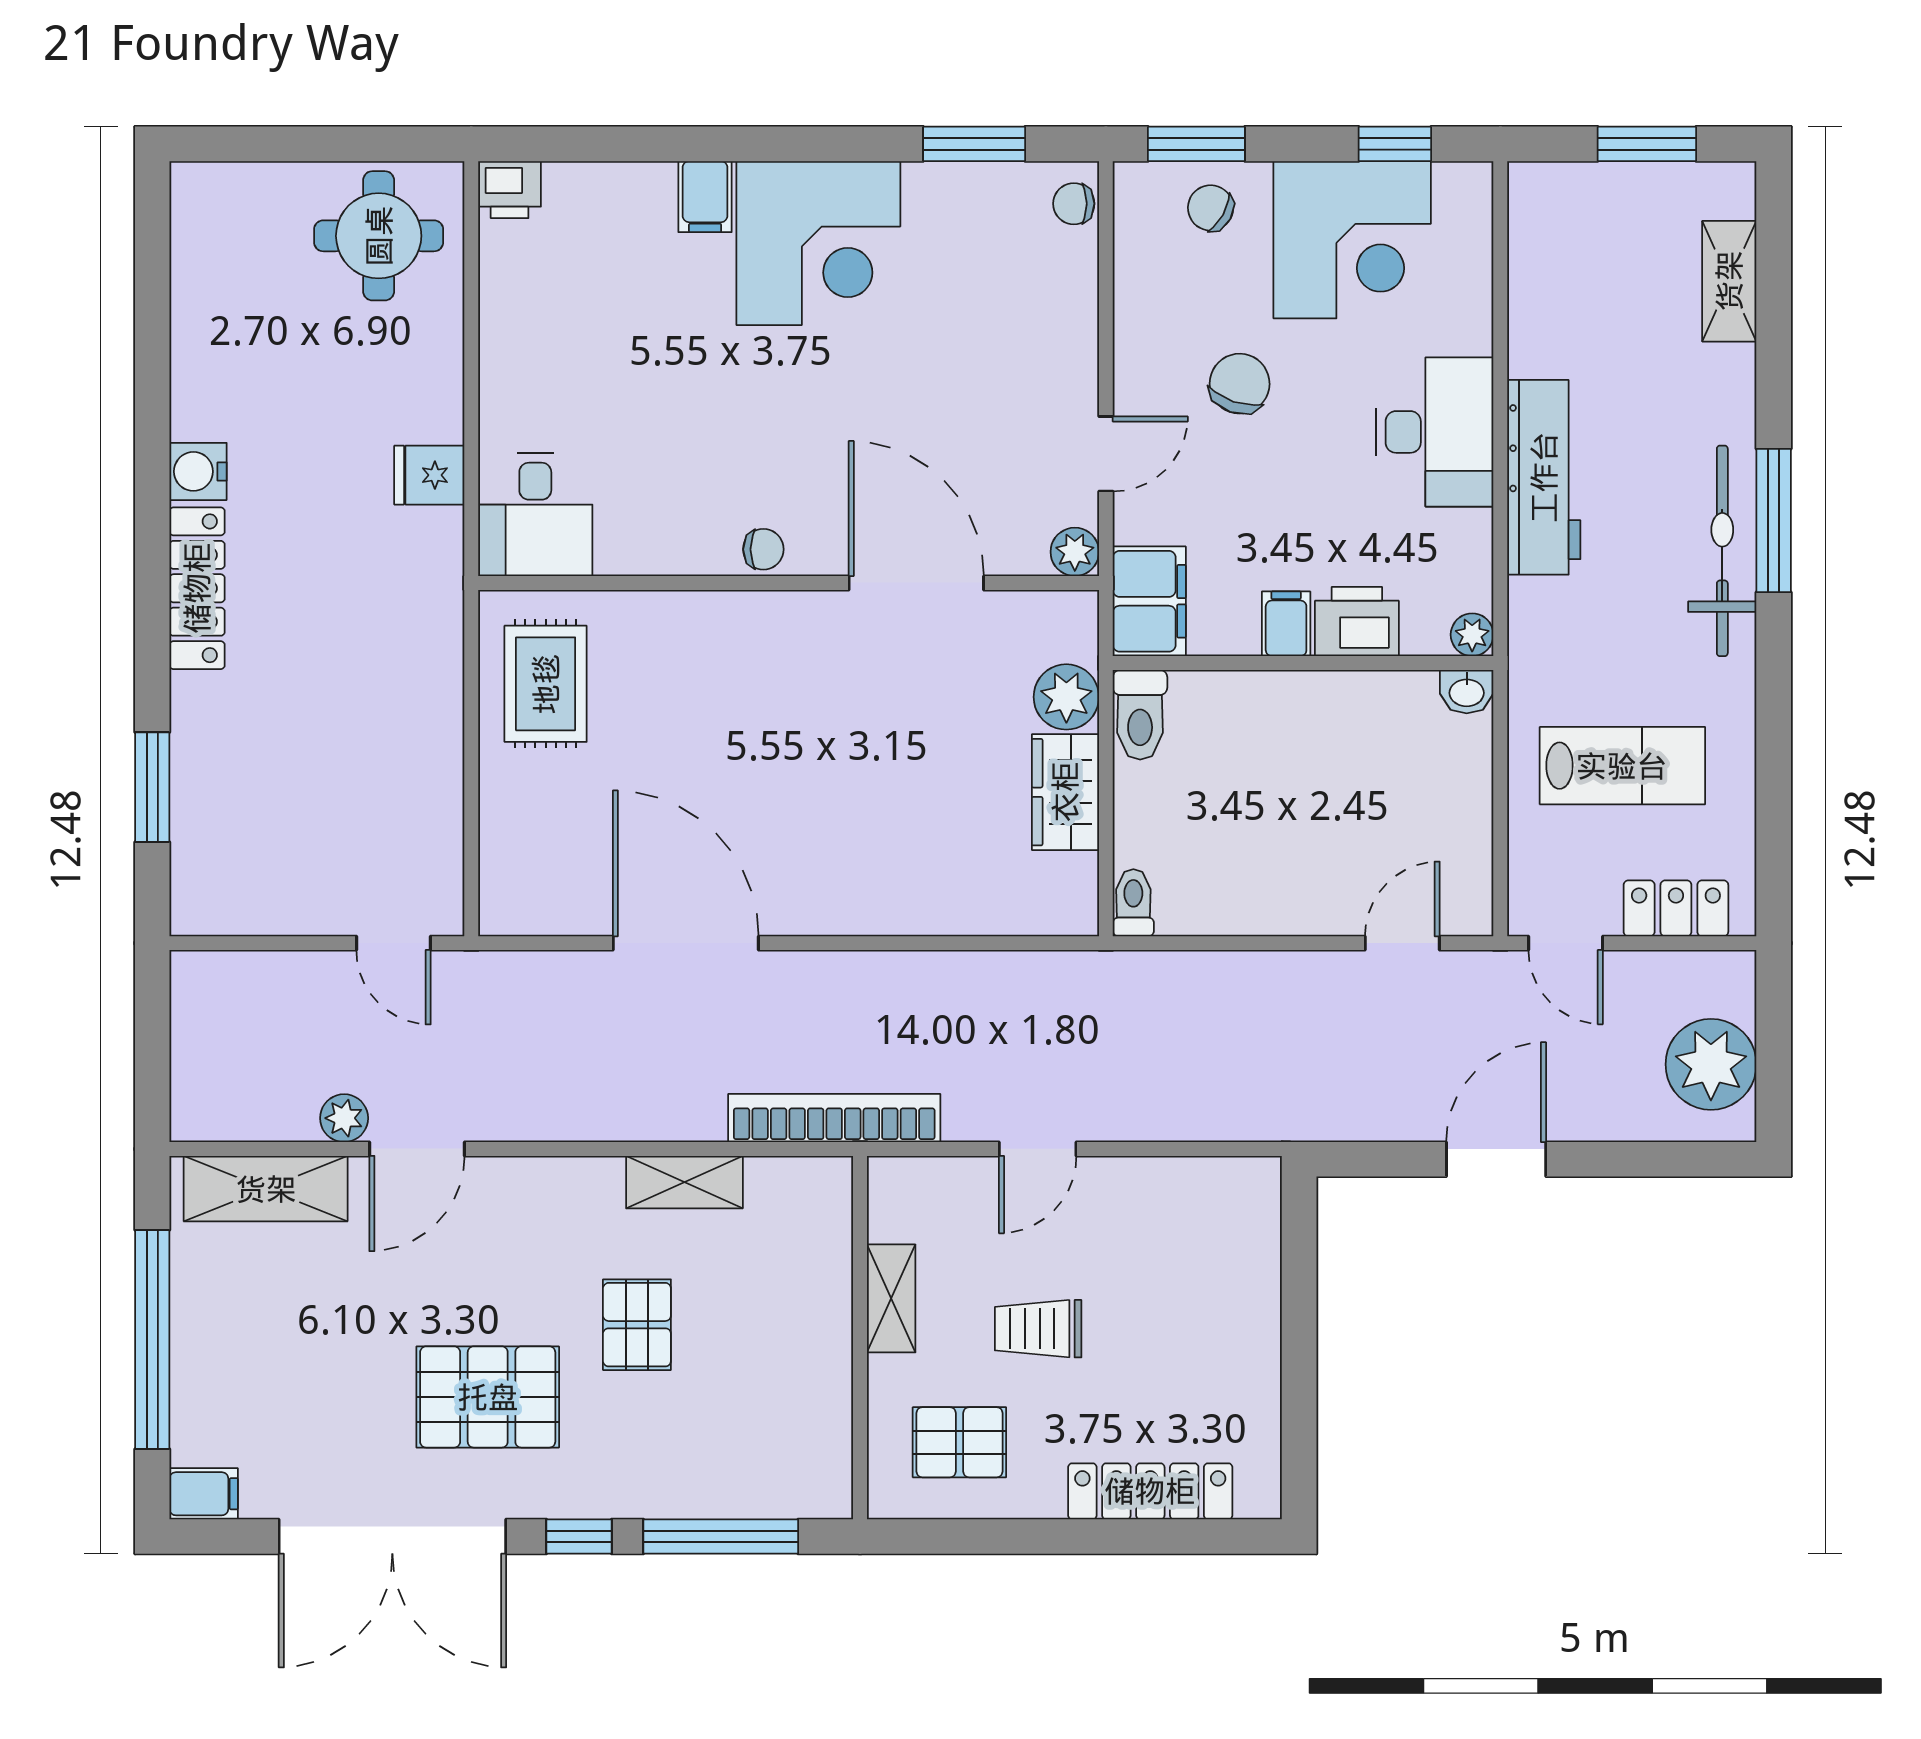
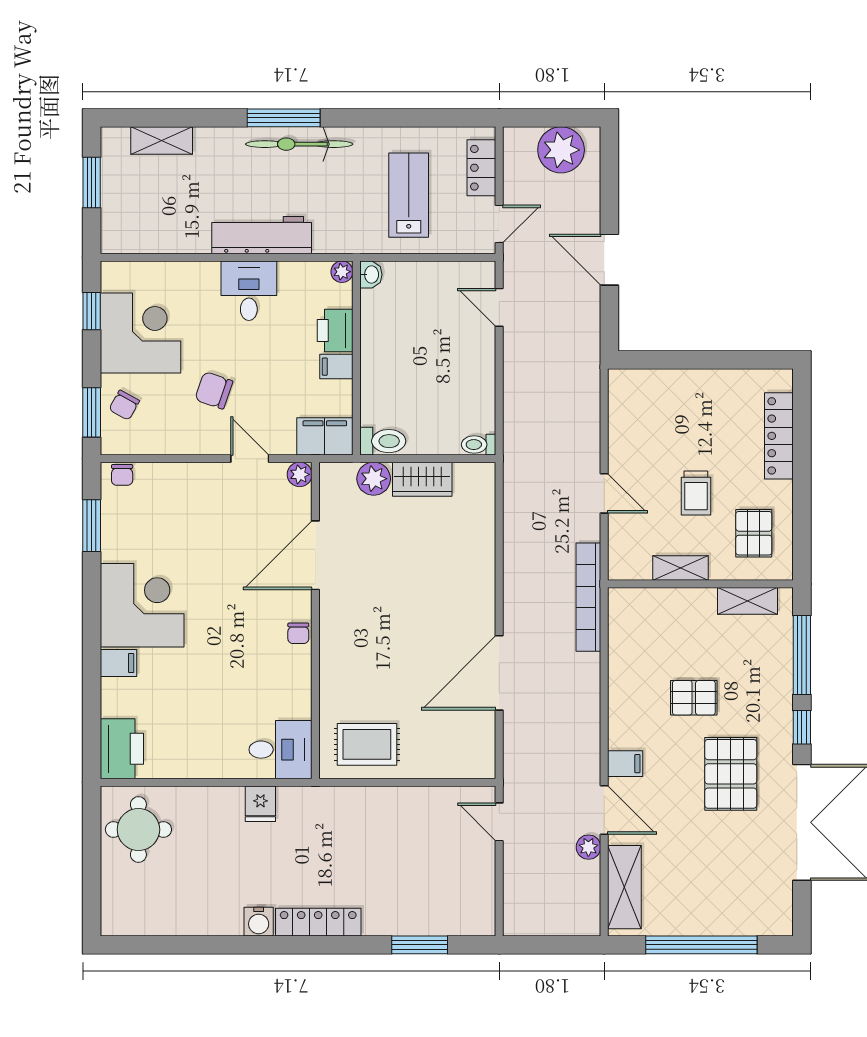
printer: (510, 190) -> (122, 749), width x1.87, depth x1.48
desk: (1435, 432) -> (249, 291), width x0.73
chair: (763, 549) -> (298, 633), turned 180
door: (393, 943) -> (499, 822), swing flipped
shelving: (684, 1182) -> (748, 601), moved, turned 90
filing cabinet: (204, 1494) -> (625, 764), moved, turned 90

